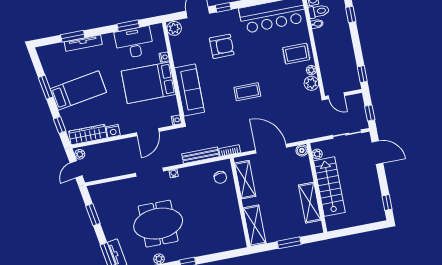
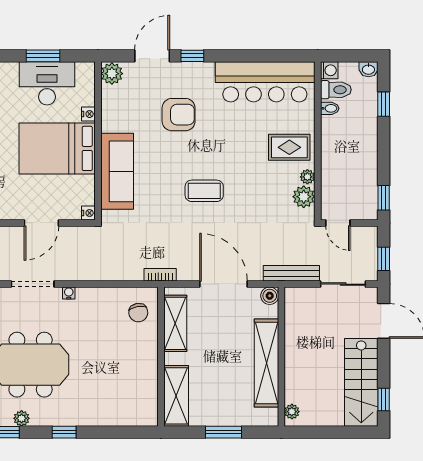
plant: (317, 154) -> (292, 412), moved
bench: (200, 155) -> (291, 273), moved
stairs: (329, 187) -> (361, 382), moved, turned 180
shelving: (310, 203) -> (266, 363), width x1.47

